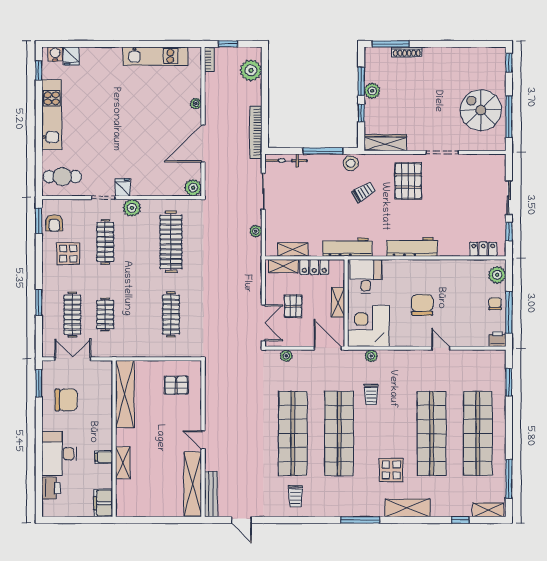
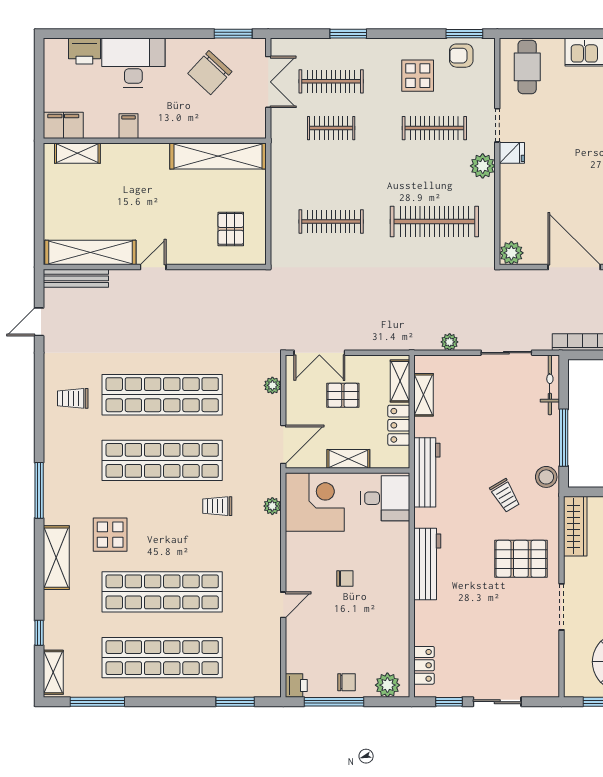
chair: (422, 305) -> (345, 579), width x0.54, depth x0.54
chair: (66, 400) -> (210, 73), turned 43
shelving: (123, 463) -> (77, 153), moved

